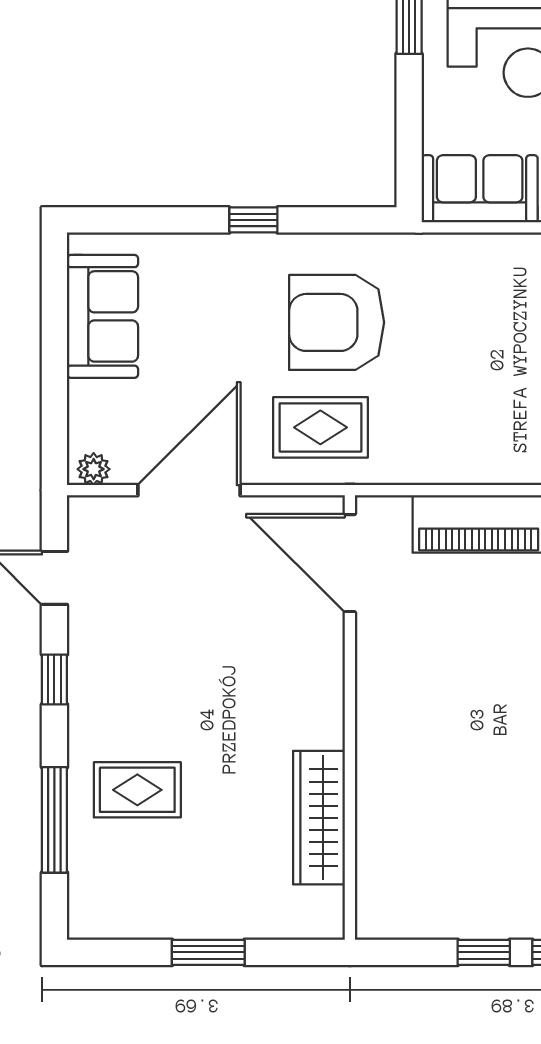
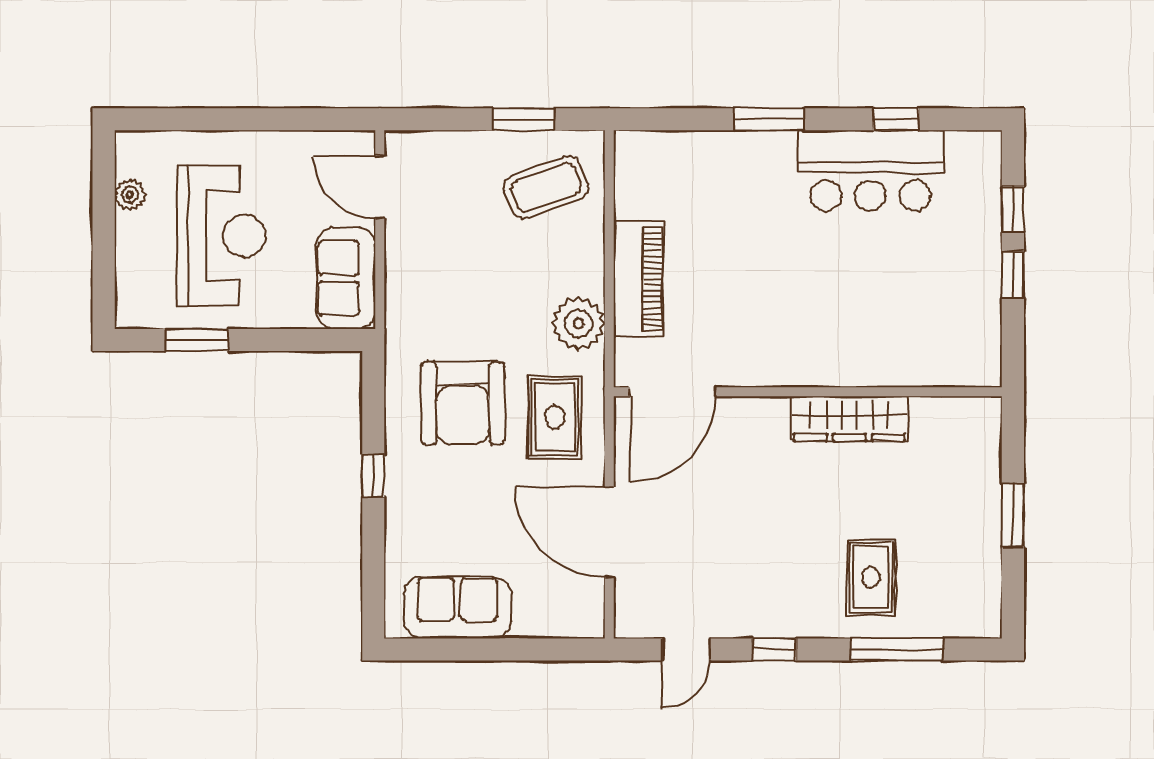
plant: (94, 469) -> (578, 323), moved, width x1.88, depth x1.88
wardrobe: (319, 818) -> (849, 419), moved

